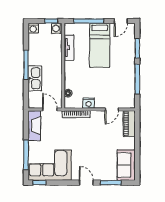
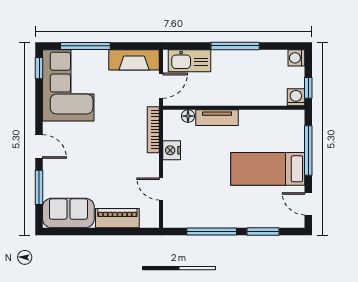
tv unit: (69, 48) -> (217, 118), moved
kitchen sink: (35, 78) -> (190, 61), moved
piano: (129, 124) -> (117, 218), moved
door: (86, 183) -> (39, 146), hinge flipped

